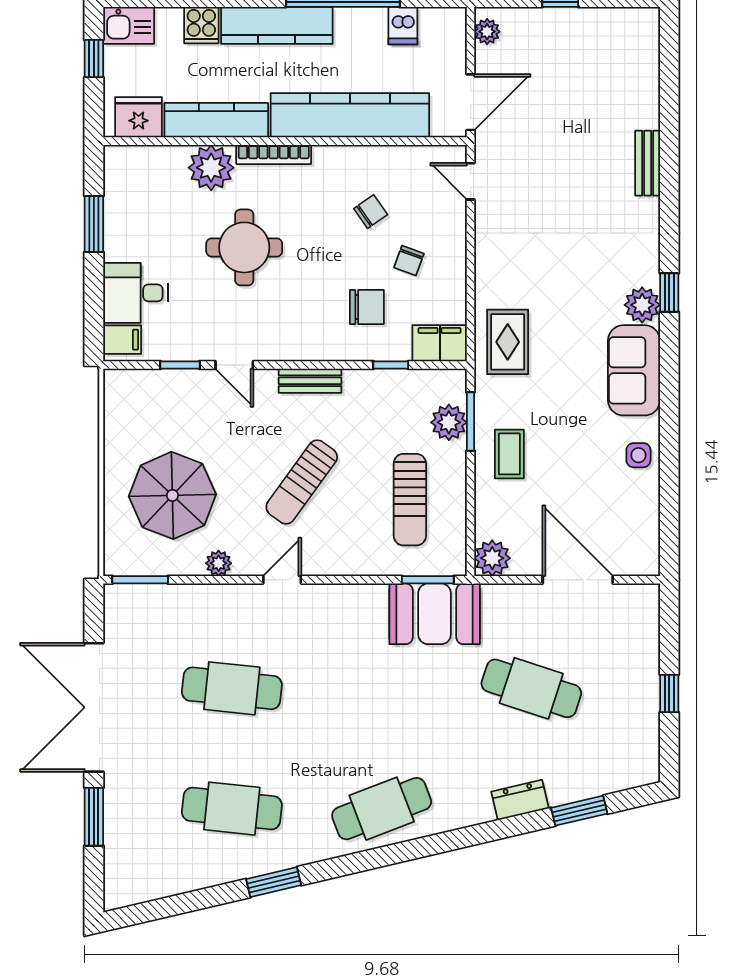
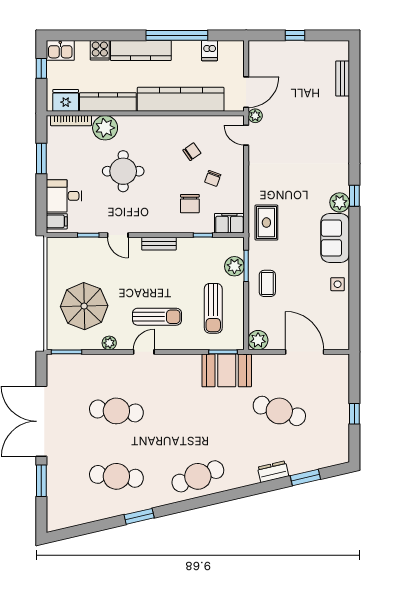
plant: (487, 32) -> (255, 116), moved
bookcase: (274, 154) -> (71, 121), moved
bench: (648, 163) -> (343, 79), moved
chair: (367, 307) -> (190, 204), turned 90
sun lounger: (302, 482) -> (157, 317), moved, turned -126

